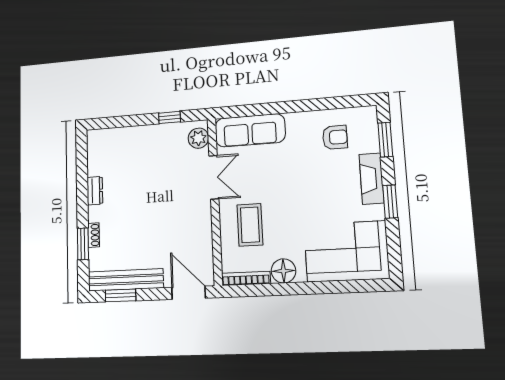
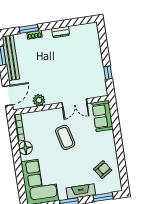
sofa: (250, 130) -> (103, 116), width x0.73
armchair: (335, 137) -> (103, 170), turned -123
plant: (198, 138) -> (39, 100), moved
coffee table: (250, 225) -> (65, 137), moved, turned 76

